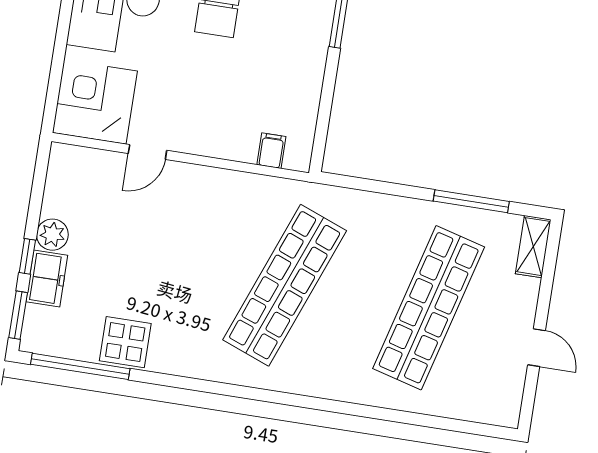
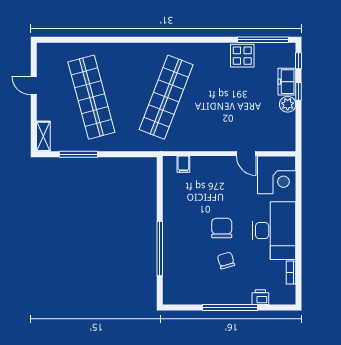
door: (147, 152) -> (246, 154), swing flipped
shop shelf: (429, 308) -> (91, 97), turned -30
window: (18, 315) -> (299, 61), width x0.67

